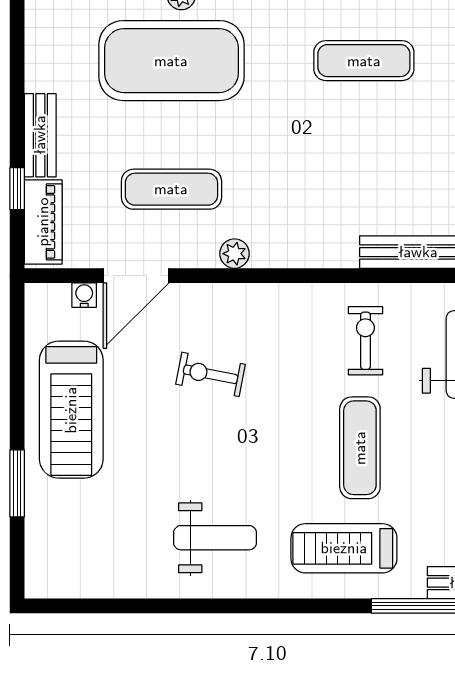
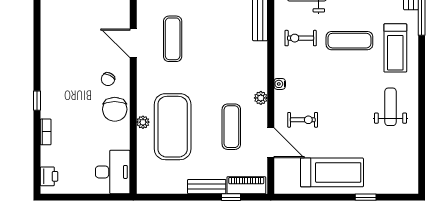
water cooler: (84, 295) -> (280, 84), moved
exercise bike: (211, 374) -> (303, 120), moved, turned -101
window: (17, 483) -> (366, 197), width x0.67

